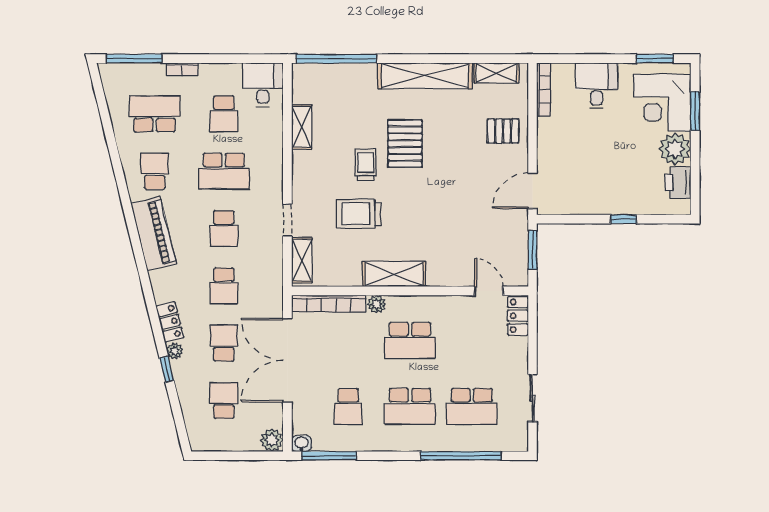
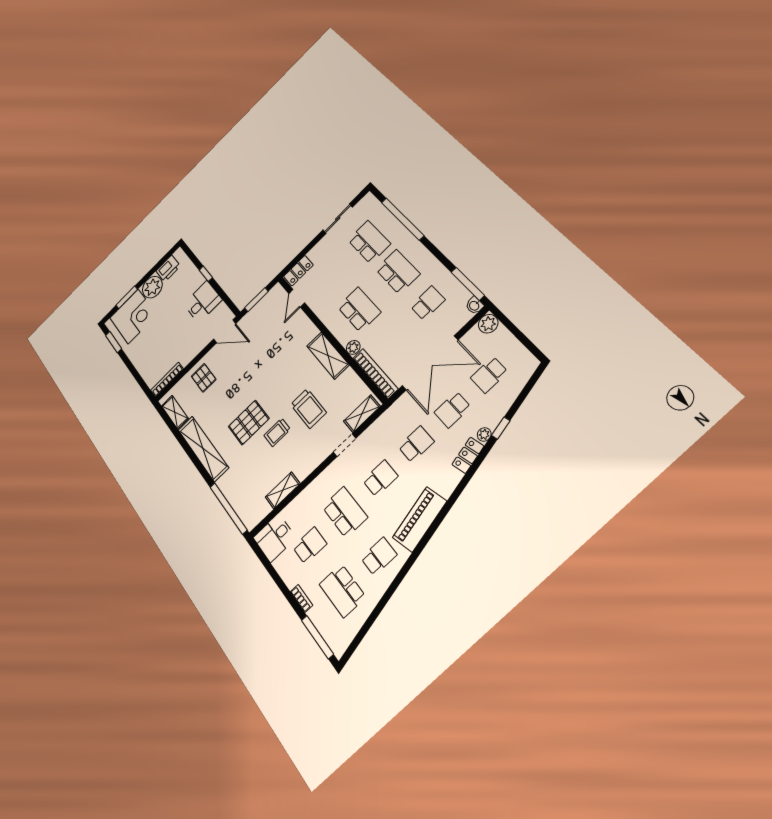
desk: (597, 86) -> (203, 302), moved, turned 180
school desk: (155, 171) -> (379, 556), turned 180

